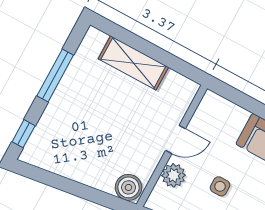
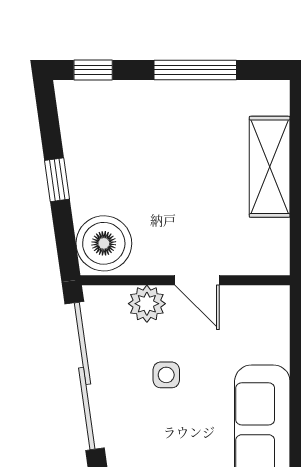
boiler: (128, 187) -> (104, 243), width x1.37, depth x1.37
window: (75, 188) -> (57, 180), added

